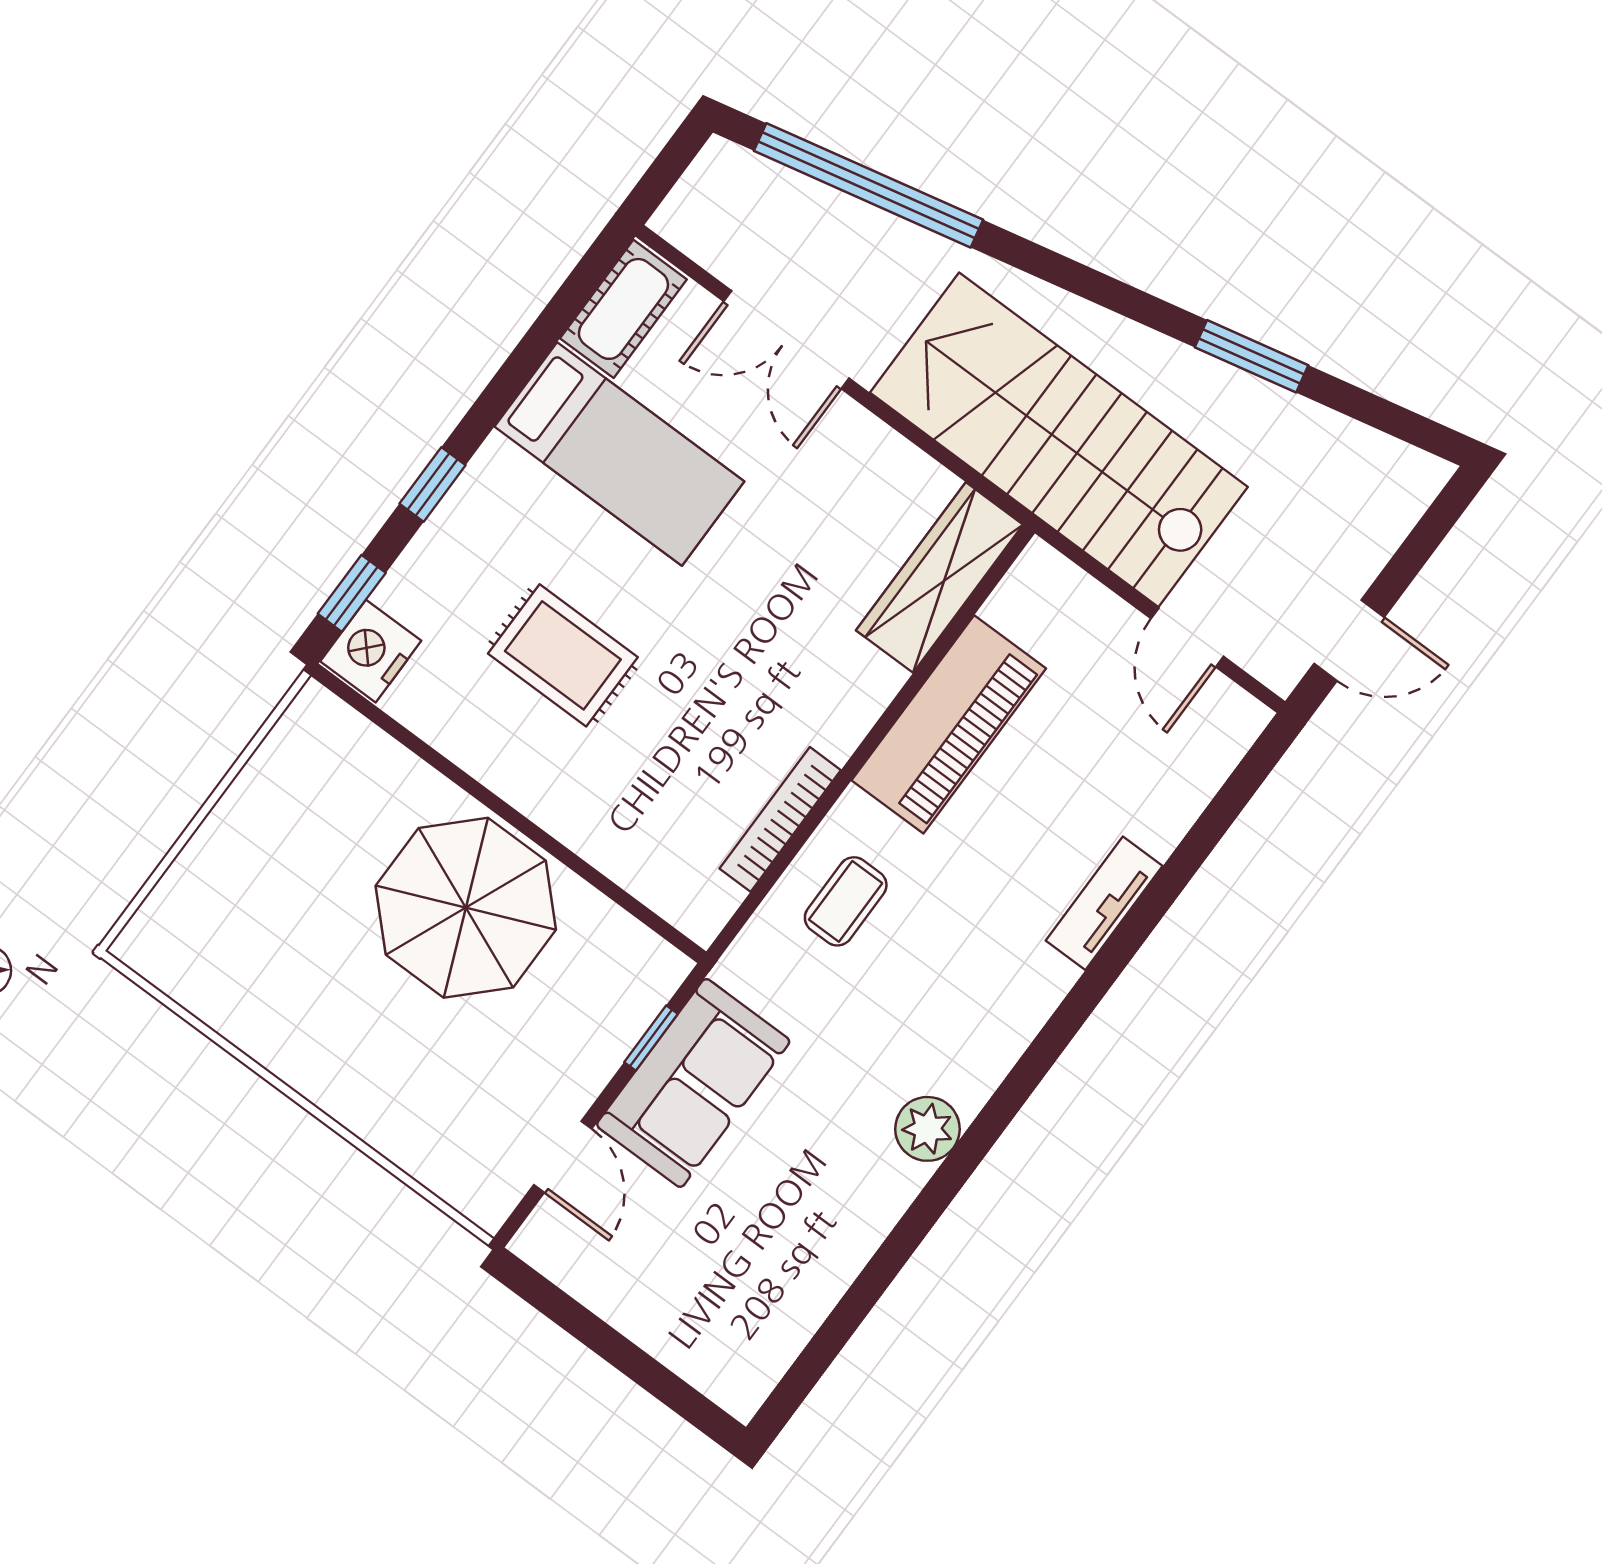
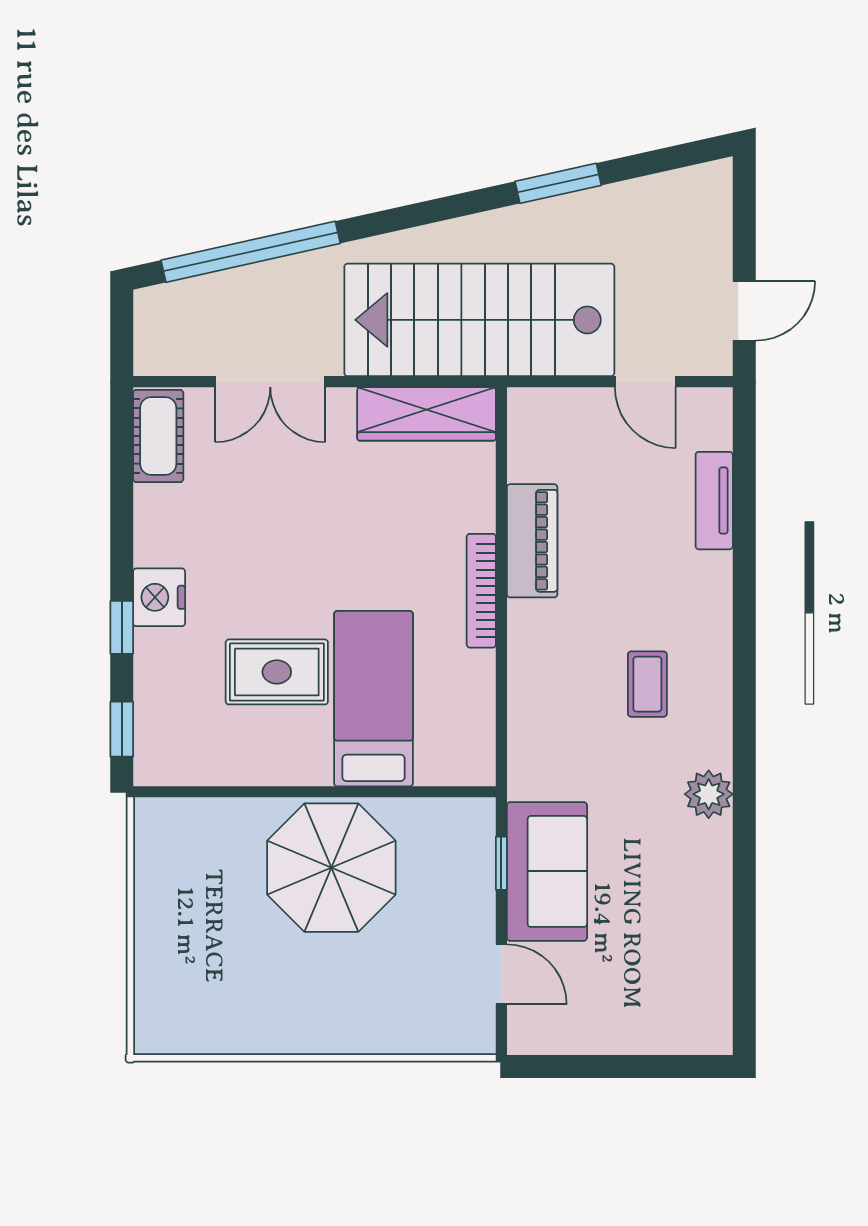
bed: (619, 454) -> (373, 699), moved, turned -90
wardrobe: (939, 578) -> (427, 414), moved, turned -90
nightstand: (371, 651) -> (159, 597), moved
piano: (949, 724) -> (532, 541), width x0.73, depth x0.75
bookcase: (780, 819) -> (481, 591), moved
coffee table: (846, 901) -> (647, 684), moved
tv unit: (1104, 903) -> (714, 501), moved

